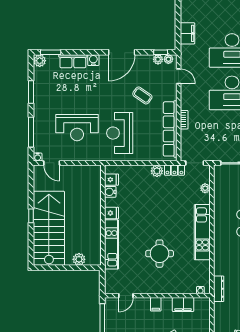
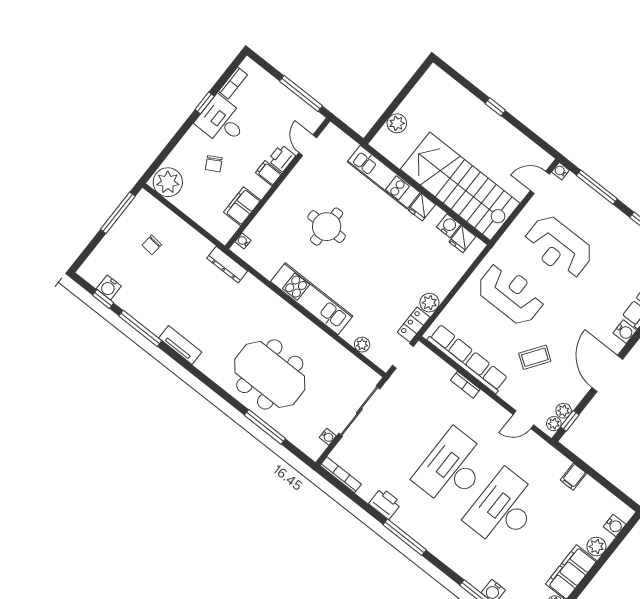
filing cabinet: (188, 33) -> (573, 477), width x0.50
reception desk: (77, 128) -> (558, 247), turned -90
stairs: (49, 228) -> (460, 186), moved, turned 180
printer: (143, 304) -> (282, 158), added

